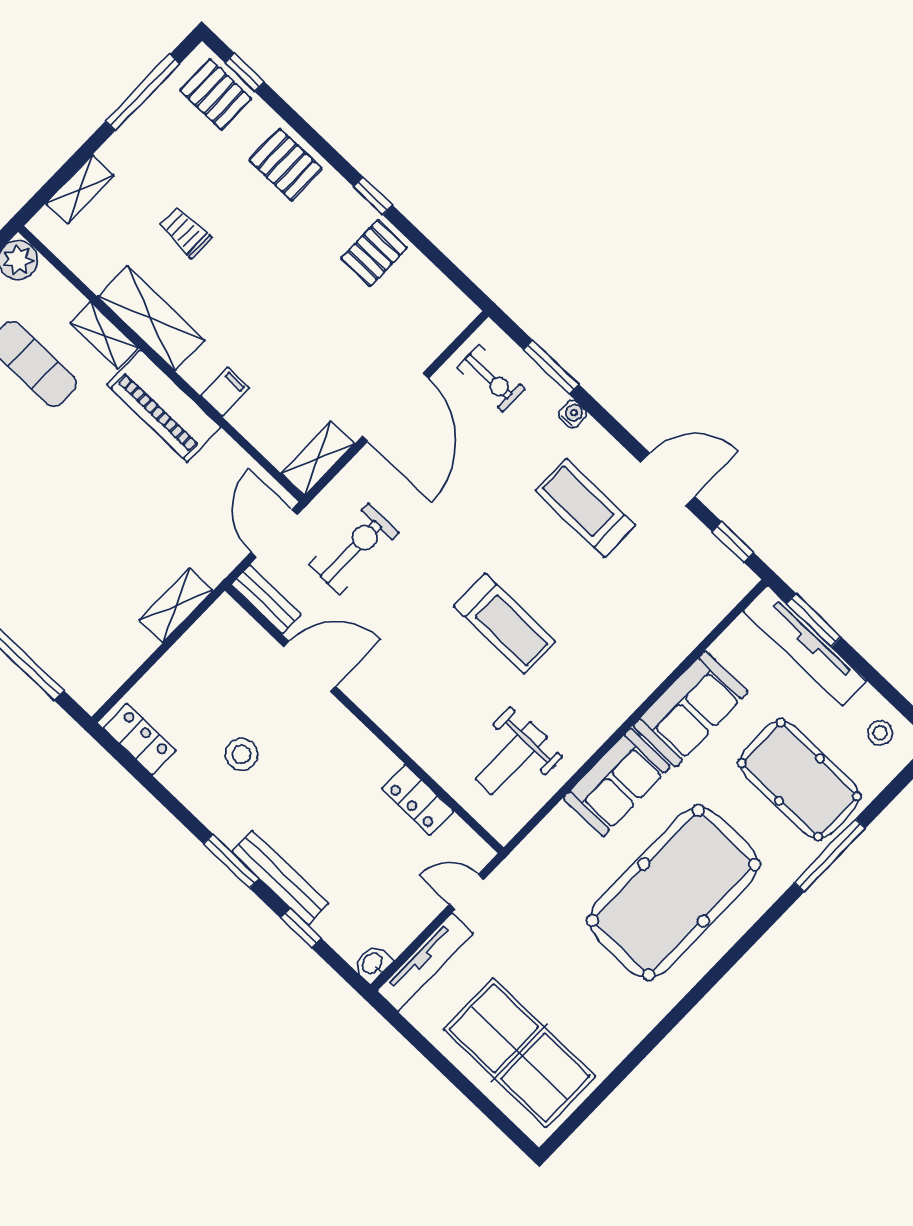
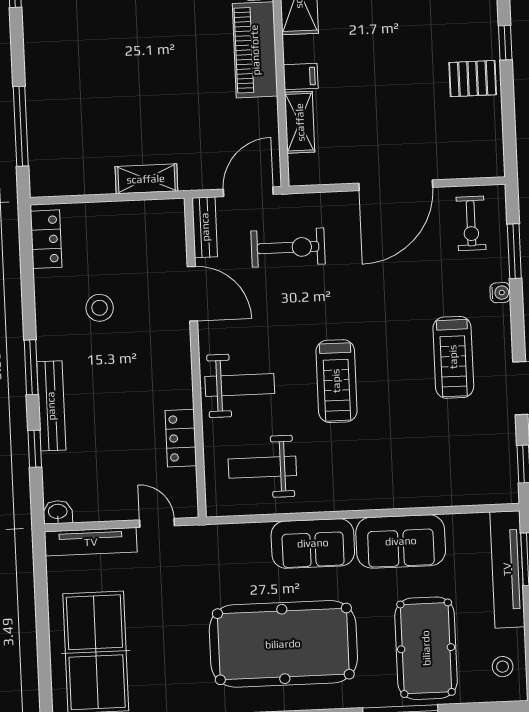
shelving: (318, 458) -> (300, 122), moved, turned 90
treadmill: (585, 508) -> (453, 357), turned 180
weight bench: (425, 706) -> (240, 385), added

